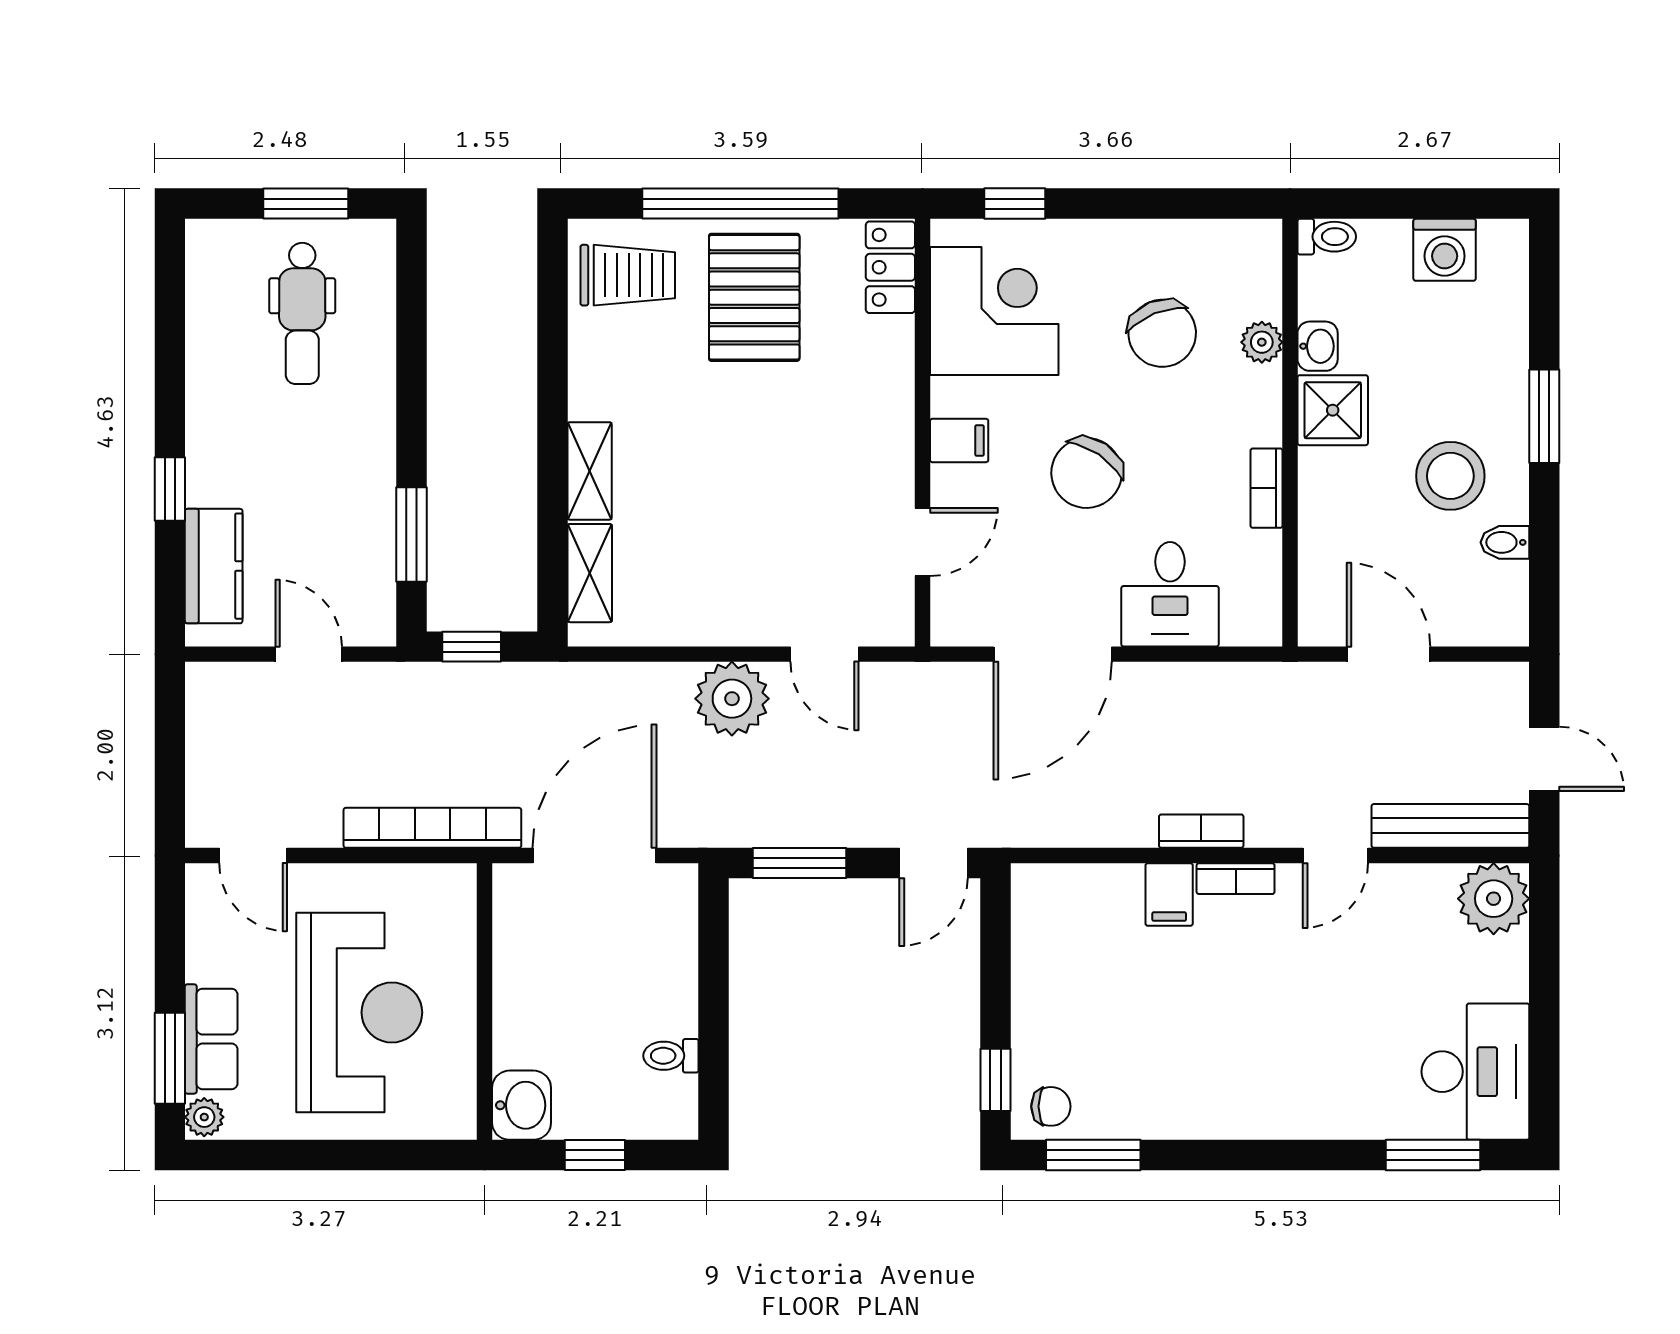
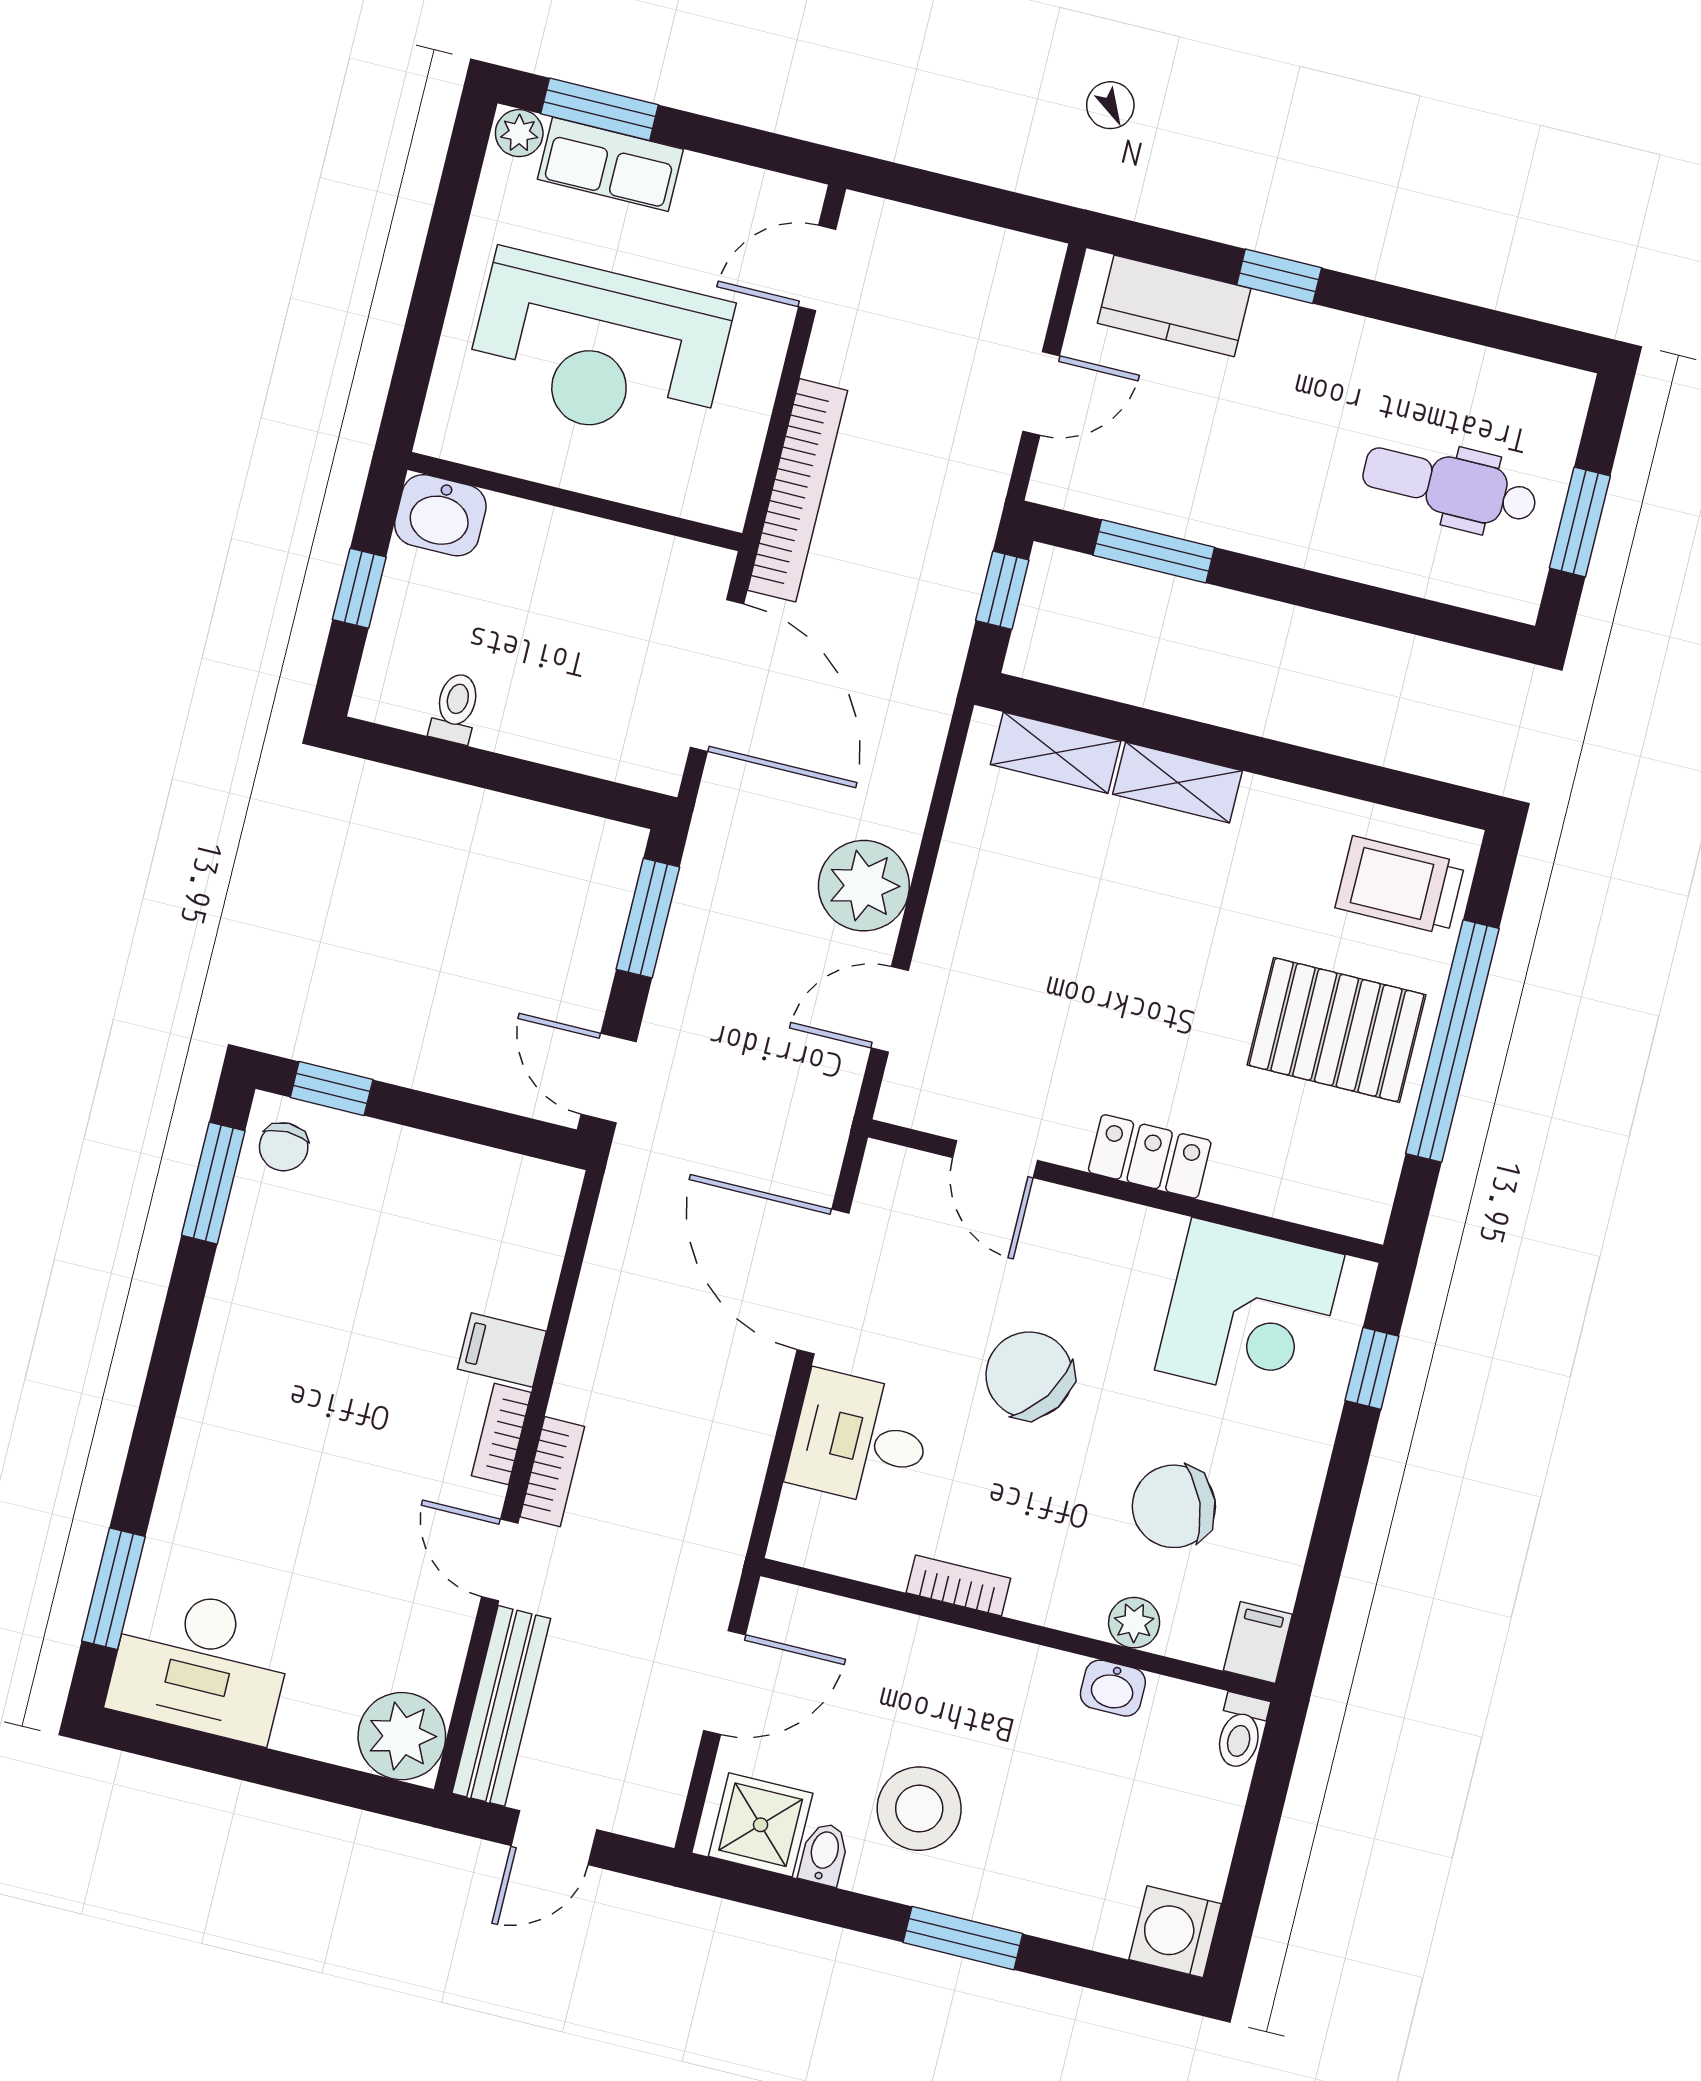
washing machine: (1445, 250) -> (1175, 1932), moved
locker: (890, 267) -> (1150, 1156), moved
trolley: (628, 275) -> (1400, 885), turned 90
shower: (1333, 410) -> (761, 1825), moved
filing cabinet: (959, 441) -> (1258, 1642), moved, turned 180
bookcase: (1201, 831) -> (552, 1472), moved

